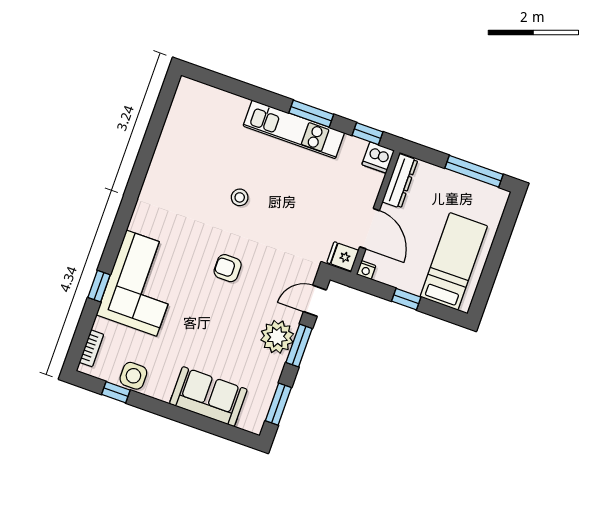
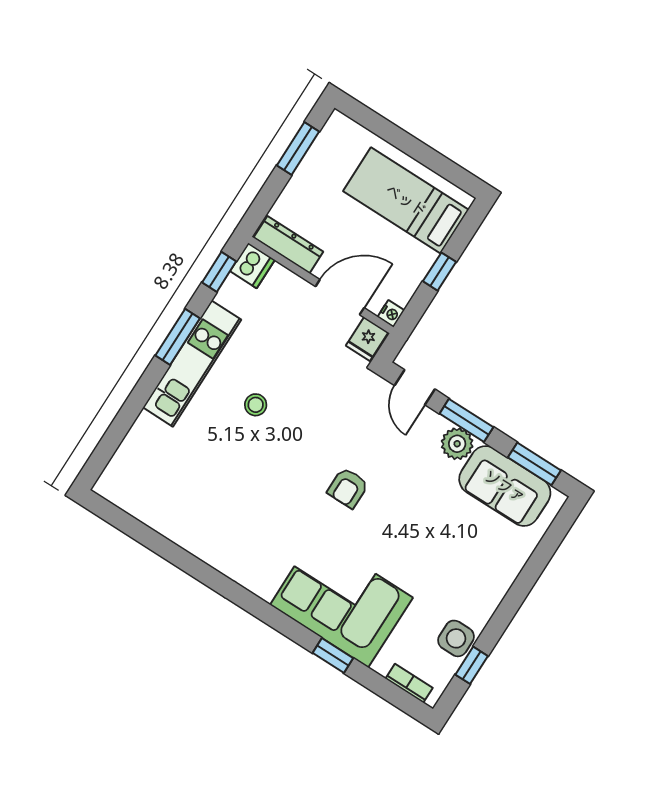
window: (474, 171) -> (298, 148), width x0.69
stool: (240, 197) -> (256, 405), moved
plant: (277, 337) -> (457, 444), width x0.73, depth x0.73
sofa: (208, 397) -> (505, 486), moved, turned -90

